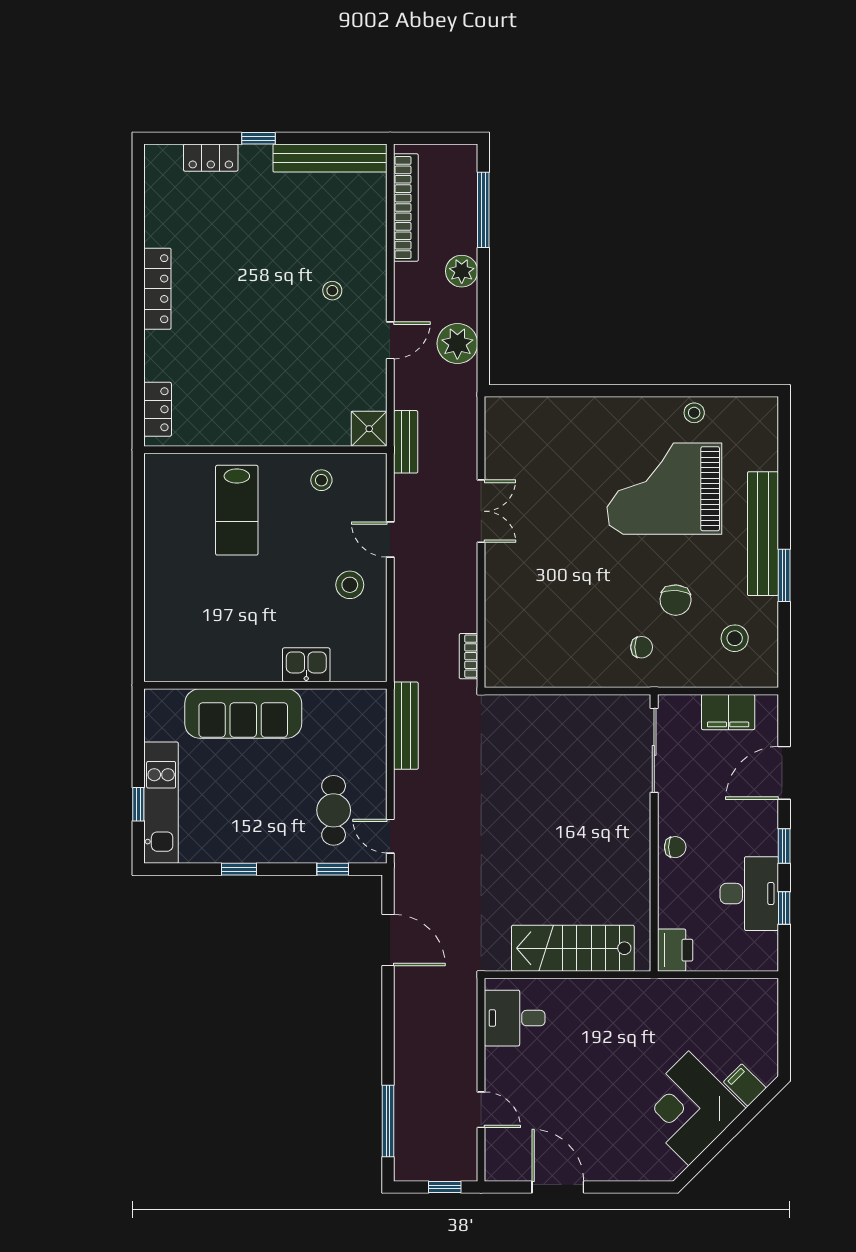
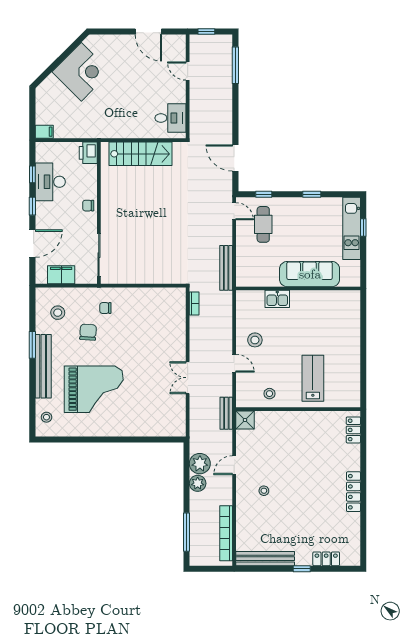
plant: (462, 271) -> (198, 483), moved
stool: (694, 413) -> (46, 417), moved
filing cabinet: (745, 1085) -> (44, 132), moved, turned -45

